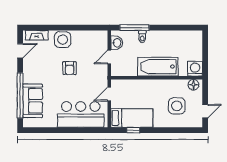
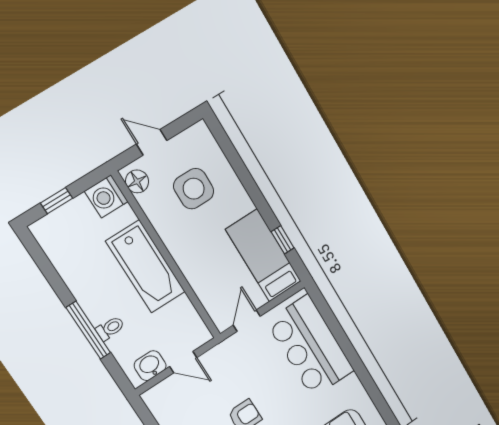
window: (135, 28) -> (88, 330), moved
window: (205, 48) -> (57, 201), added
door: (109, 94) -> (247, 321), swing flipped
door: (205, 111) -> (152, 142), moved

